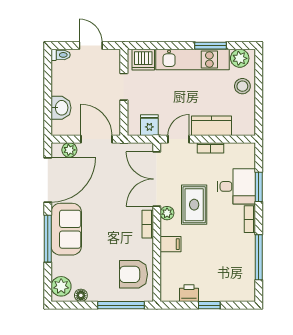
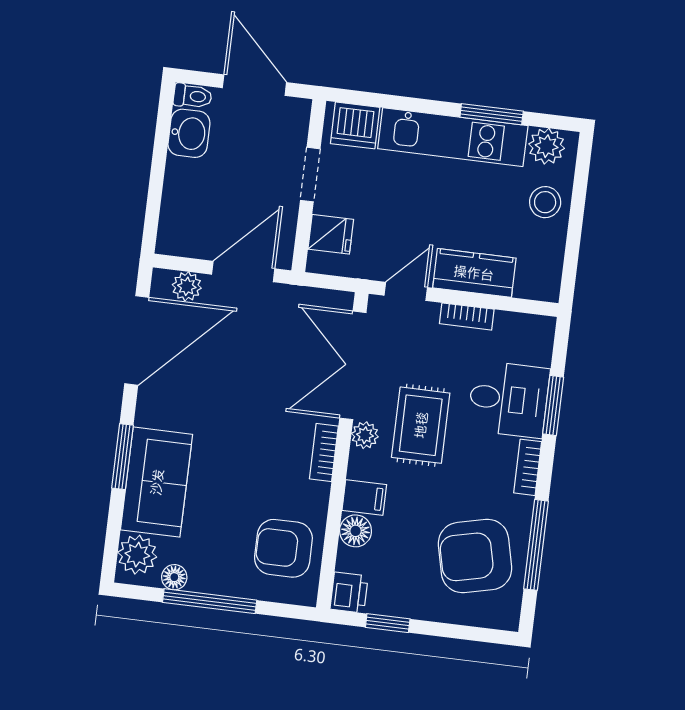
door: (91, 46) -> (254, 85), width x1.37
washbasin: (61, 108) -> (189, 133), moved
fridge: (149, 125) -> (331, 234), moved, turned 90
door: (97, 139) -> (243, 271), hinge flipped
sofa: (66, 229) -> (157, 482), moved
window: (48, 239) -> (122, 457), width x0.69
floor lamp: (168, 261) -> (356, 531), added
armchair: (229, 266) -> (475, 556), added
printer: (189, 293) -> (349, 592), moved, turned 90
window: (121, 305) -> (210, 601), moved
window: (209, 305) -> (388, 623), moved

